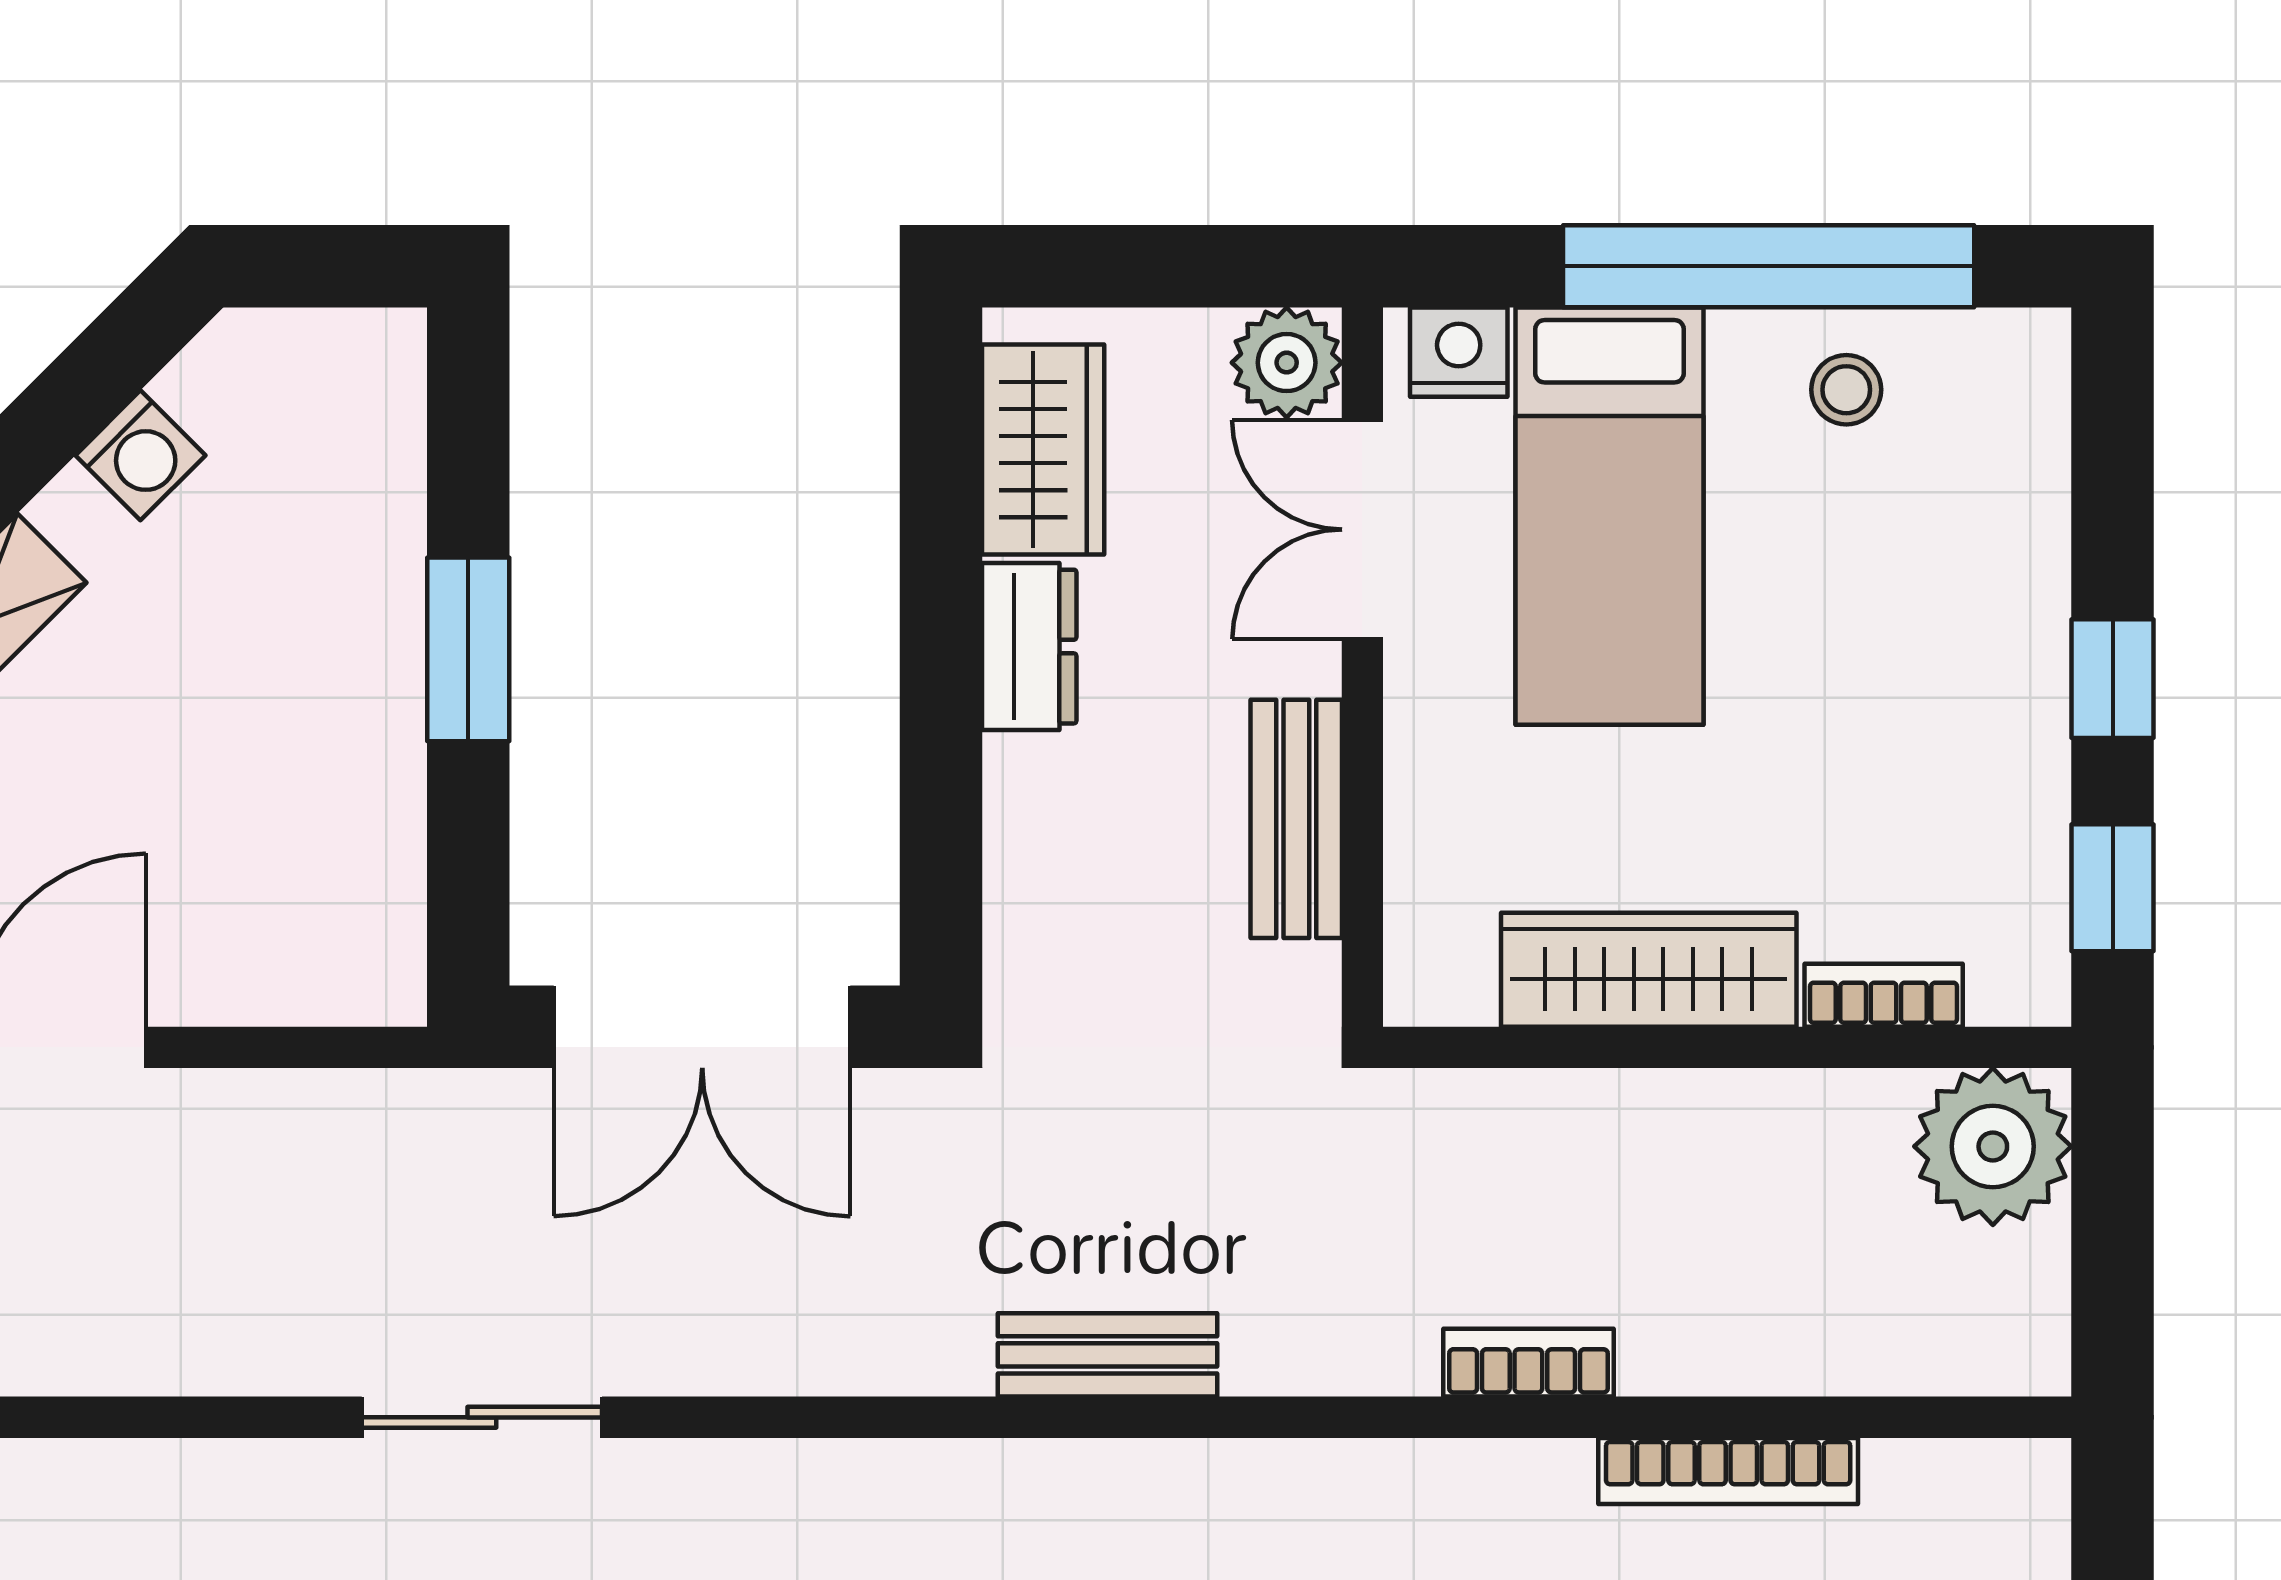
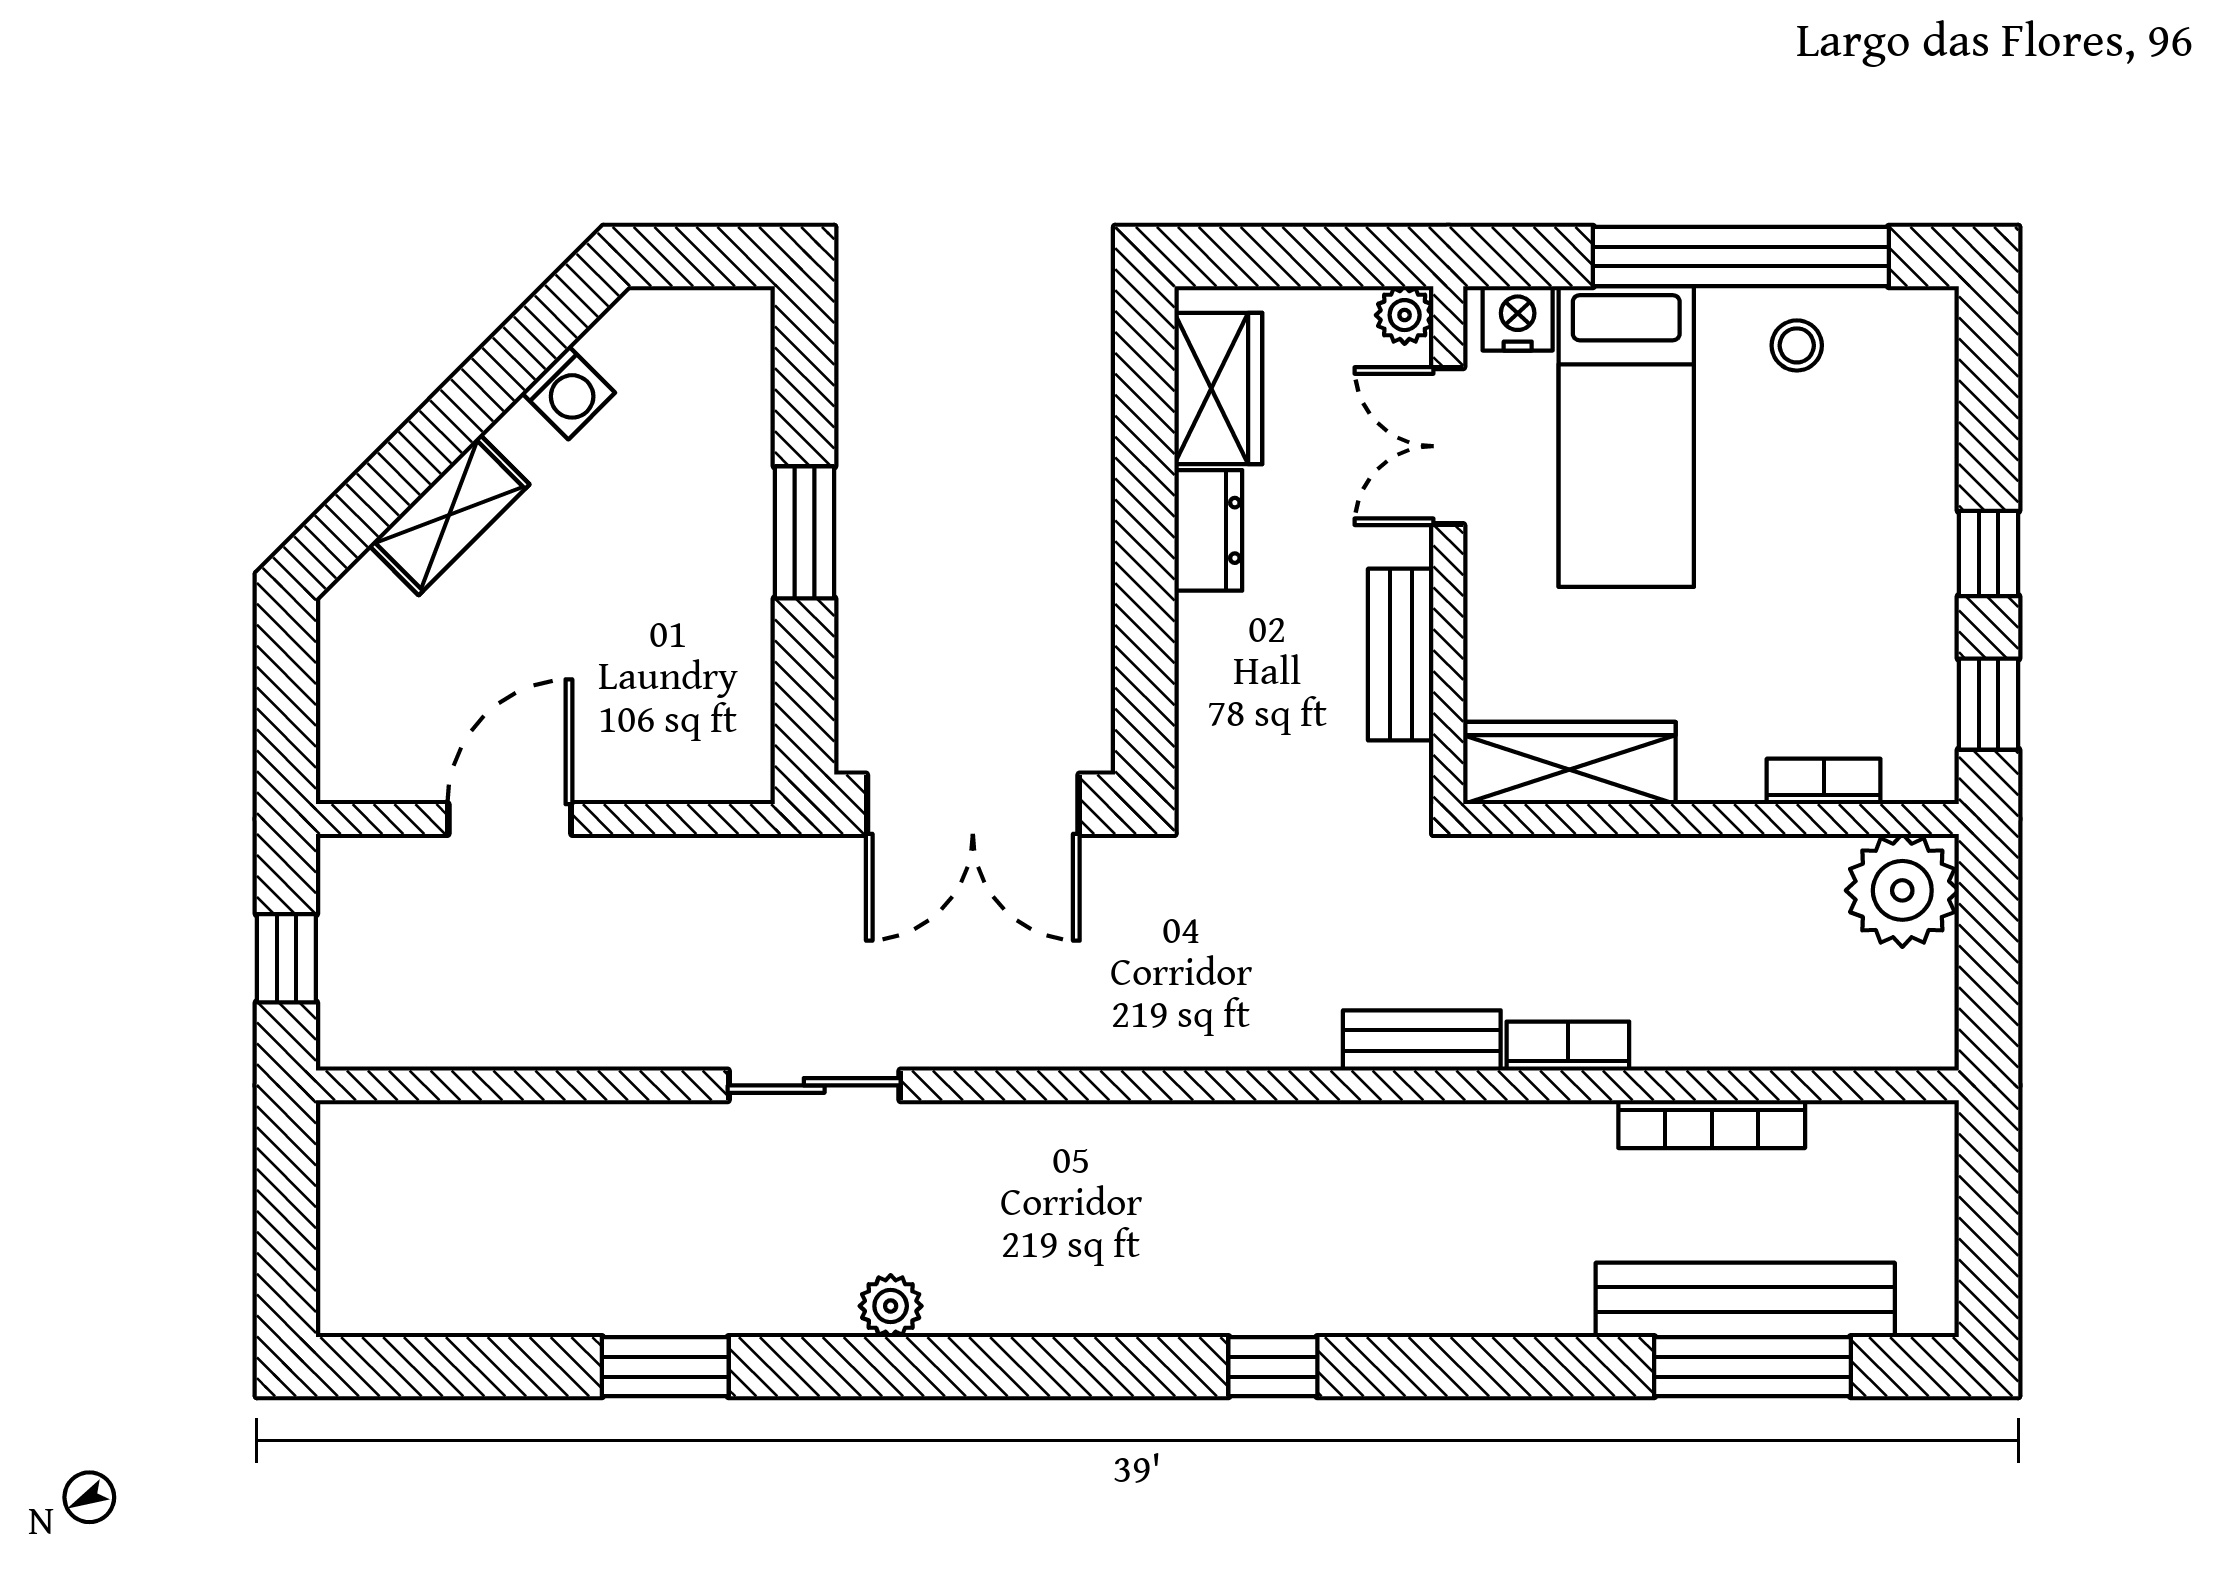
plant: (1287, 363) -> (1405, 315), width x0.73, depth x0.73
wardrobe: (1649, 970) -> (1569, 763), moved
bench: (1107, 1355) -> (1422, 1040), moved

